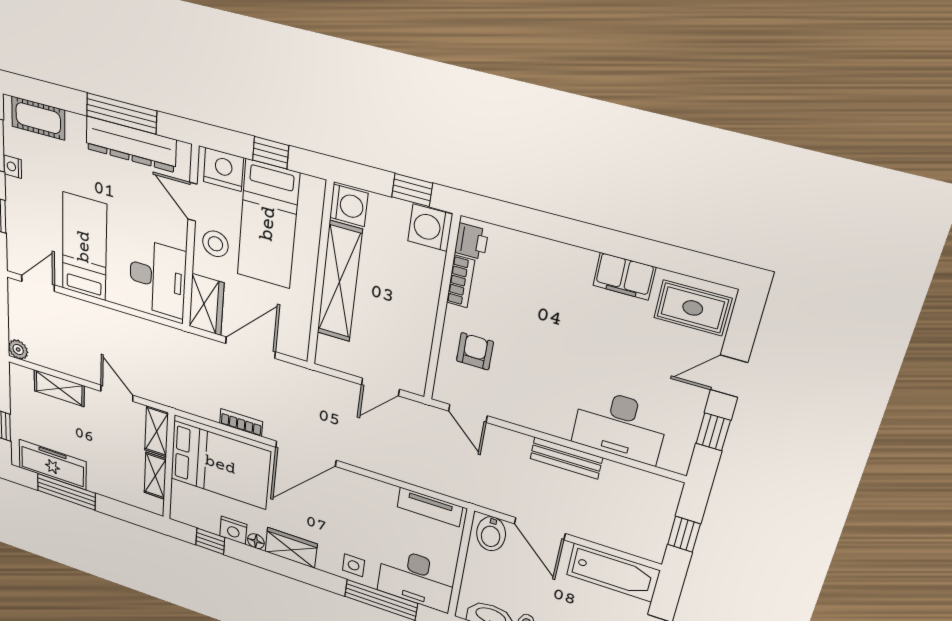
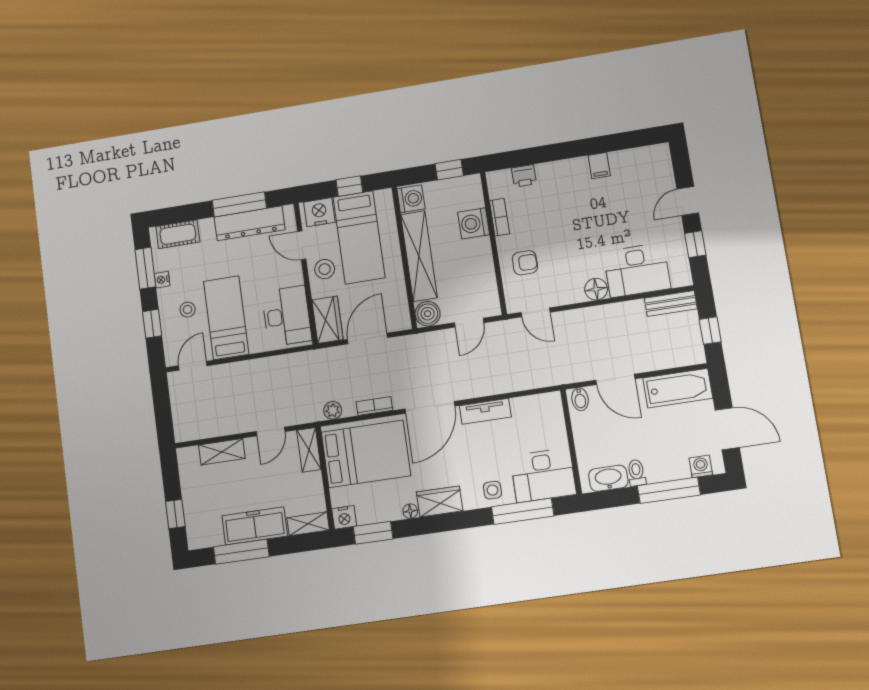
stool: (39, 217) -> (188, 310), added
washing machine: (430, 228) -> (474, 223), moved
printer: (471, 241) -> (524, 176), moved, turned 90
filing cabinet: (624, 276) -> (599, 166), width x0.50
rug: (693, 308) -> (647, 167), removed
plant: (18, 350) -> (333, 410), moved
armchair: (475, 351) -> (525, 263), turned 90
boiler: (332, 354) -> (428, 314), added
door: (117, 393) -> (271, 431), swing flipped
floor lamp: (556, 423) -> (596, 289), added
bench: (566, 458) -> (671, 304), moved
freezer: (53, 465) -> (255, 526), moved
shelving: (155, 476) -> (308, 524), moved, turned 90
tv unit: (430, 507) -> (485, 411), moved
nightstand: (233, 530) -> (344, 517), moved
bidet: (491, 534) -> (580, 399), width x0.72, depth x0.74
window: (210, 541) -> (373, 533), width x1.50

